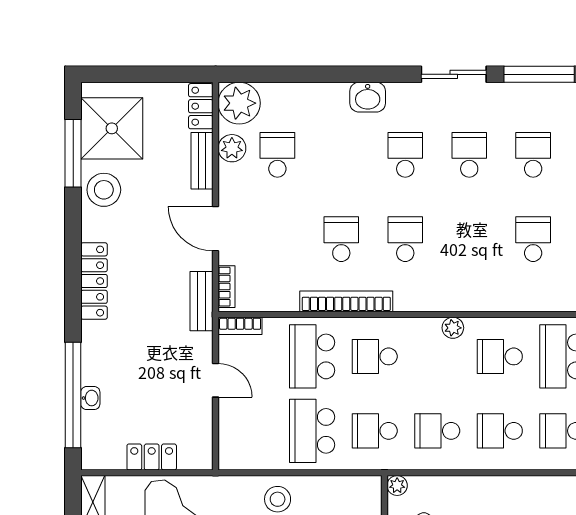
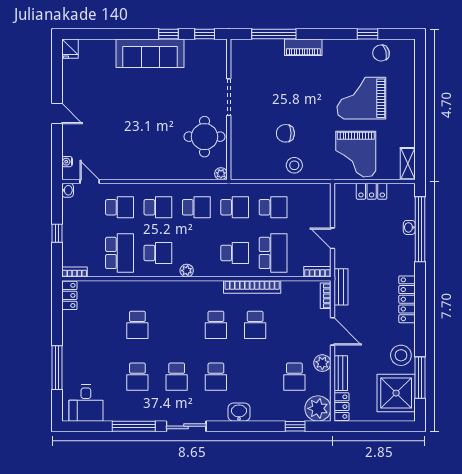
window: (276, 74) -> (295, 426), added
plant: (232, 148) -> (322, 363), moved
school desk: (312, 431) -> (273, 207), width x0.54

